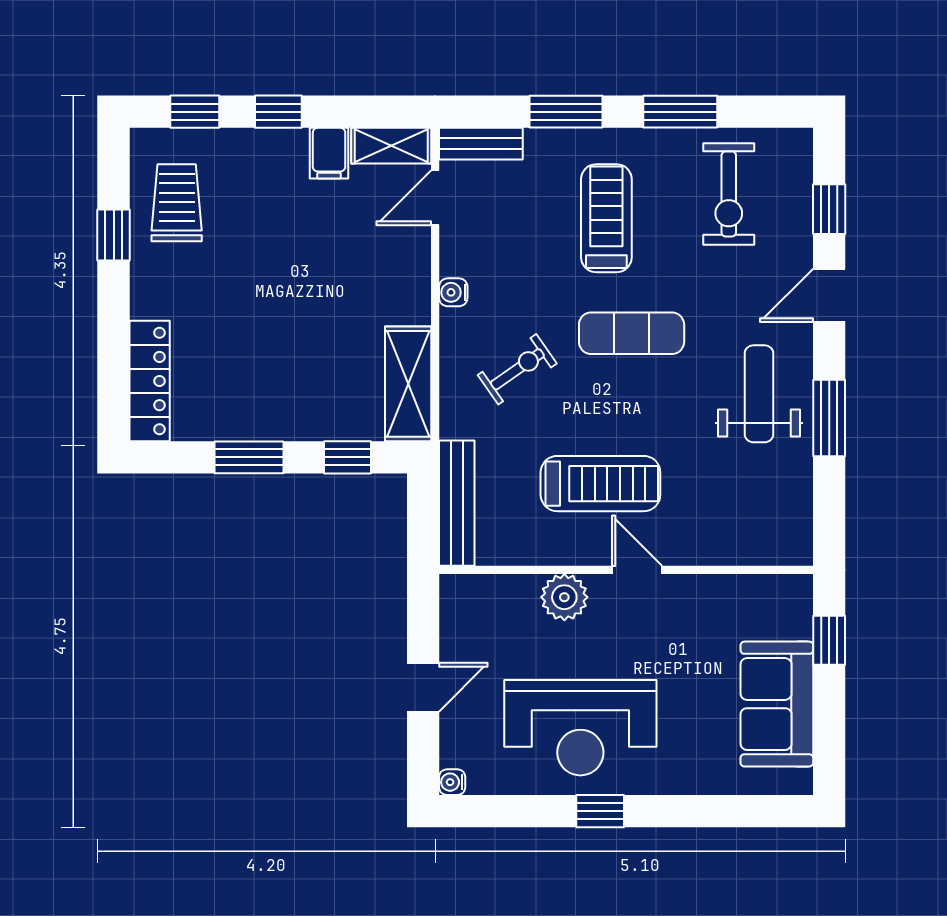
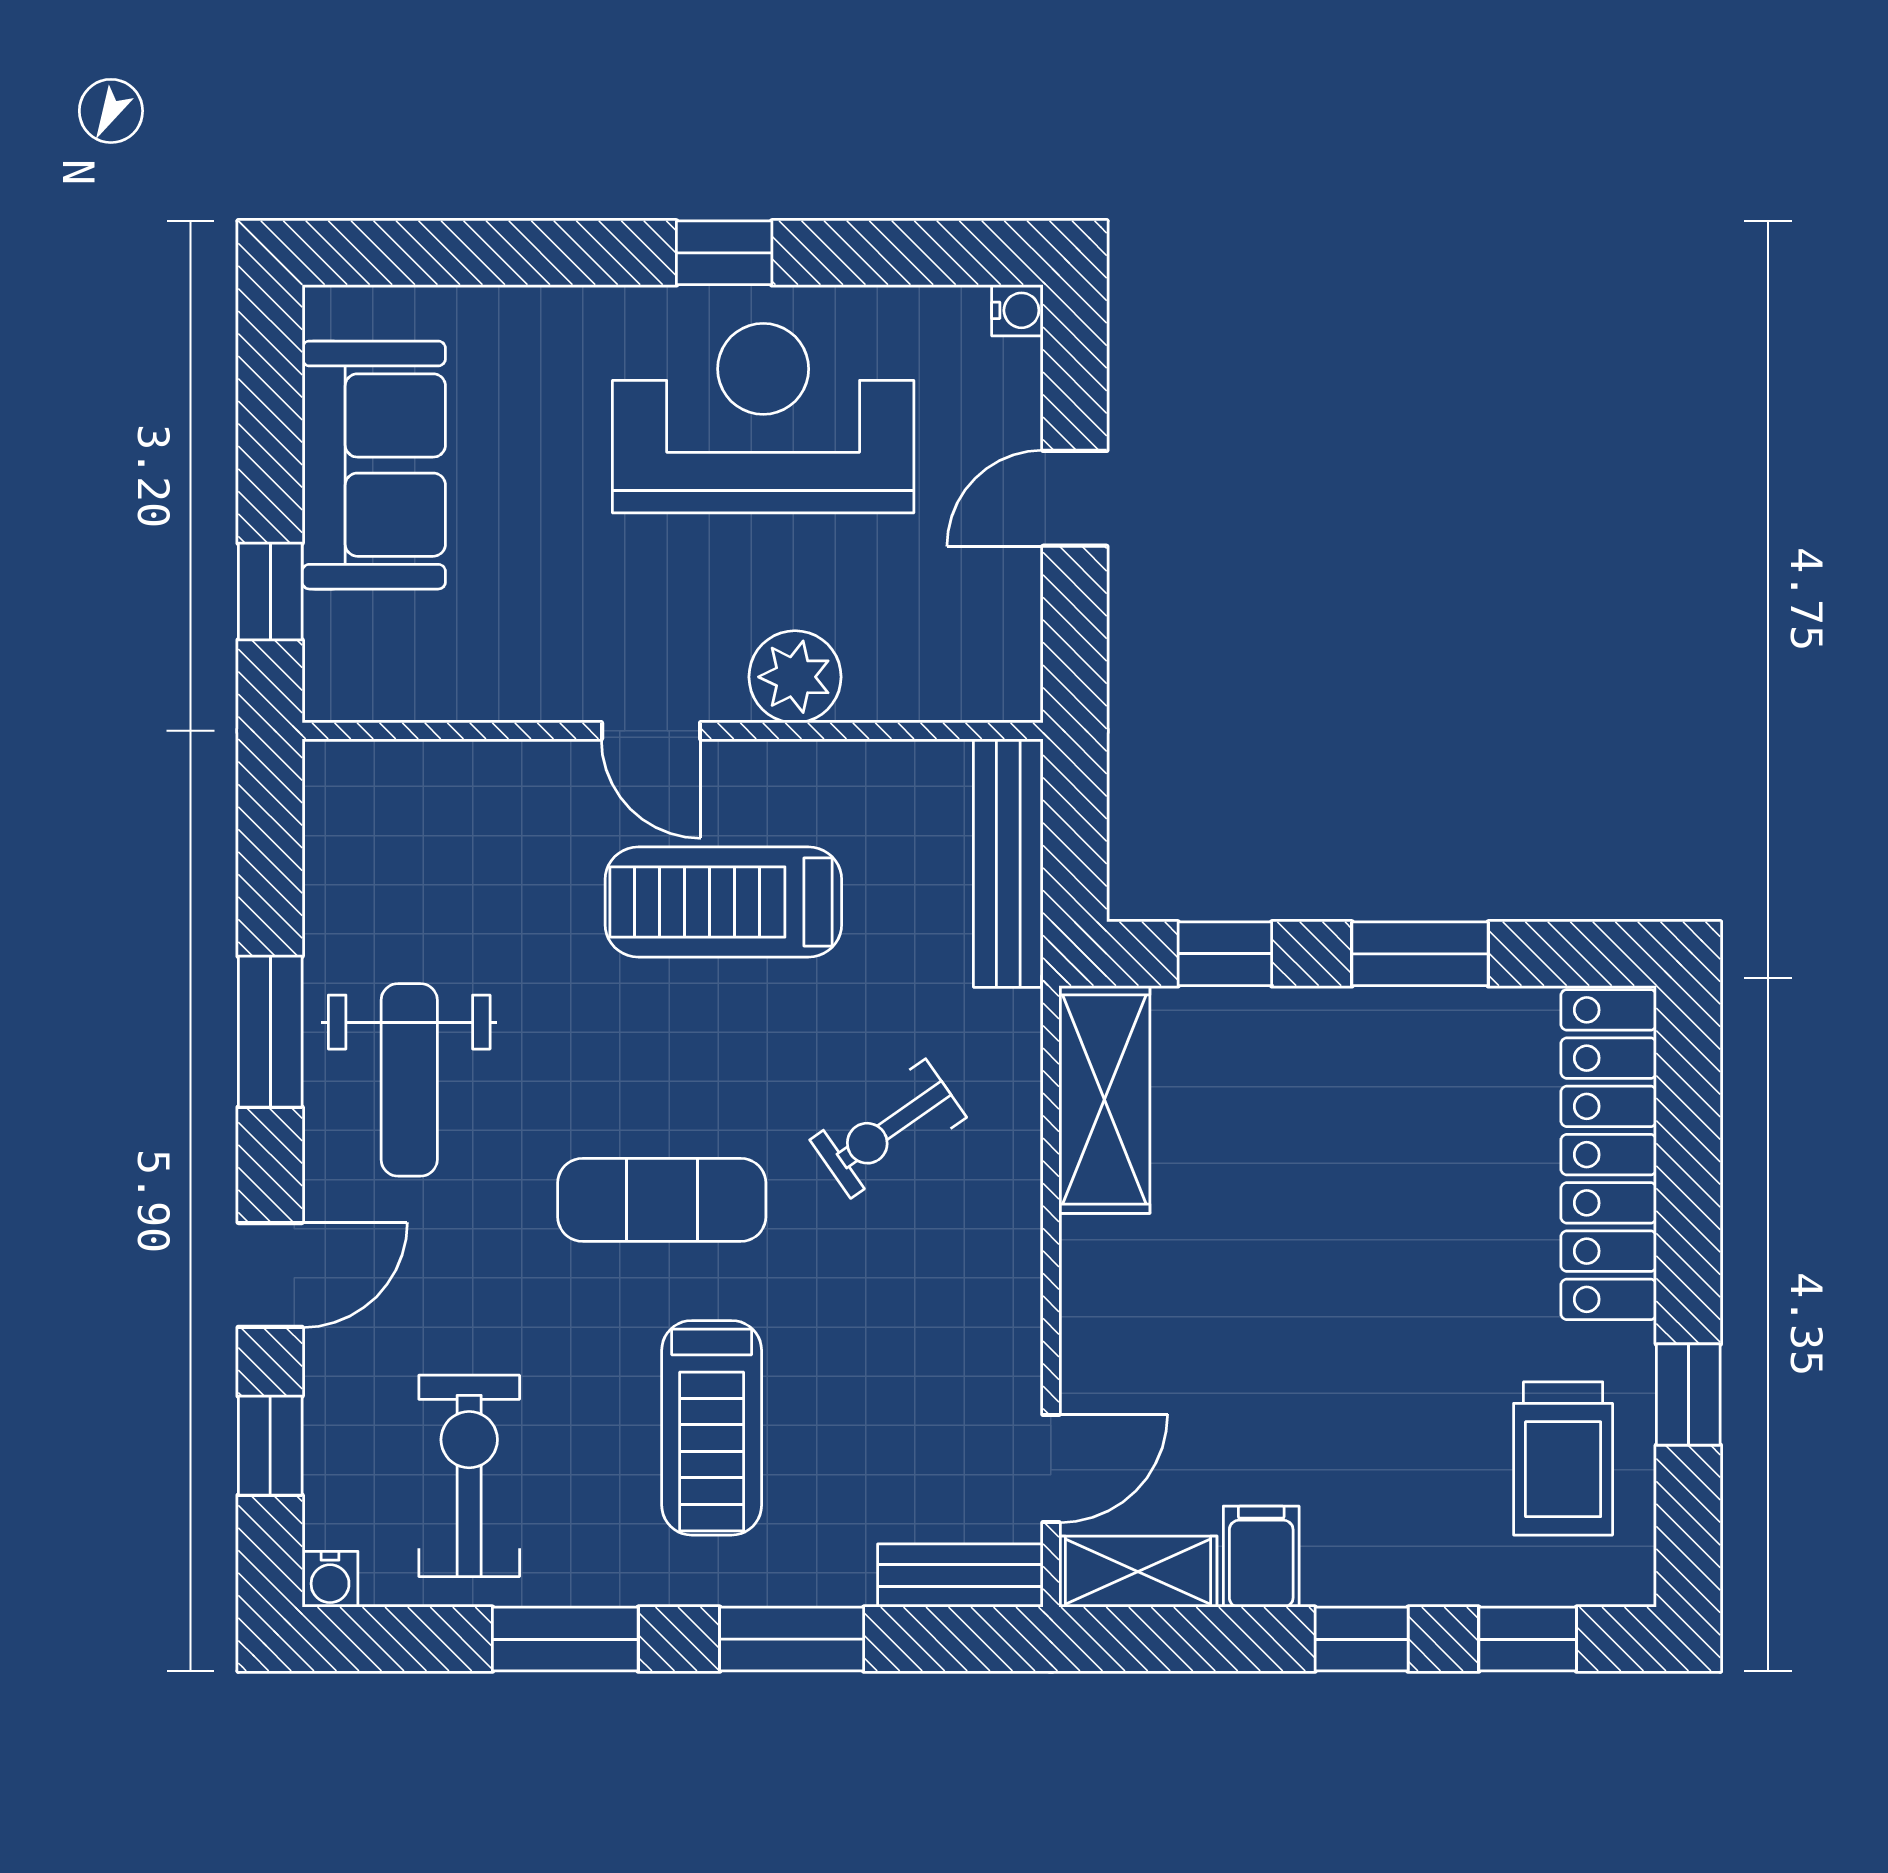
water cooler: (453, 292) -> (330, 1579), moved, turned 90
locker: (150, 381) -> (1609, 1155), width x1.41, depth x1.21

